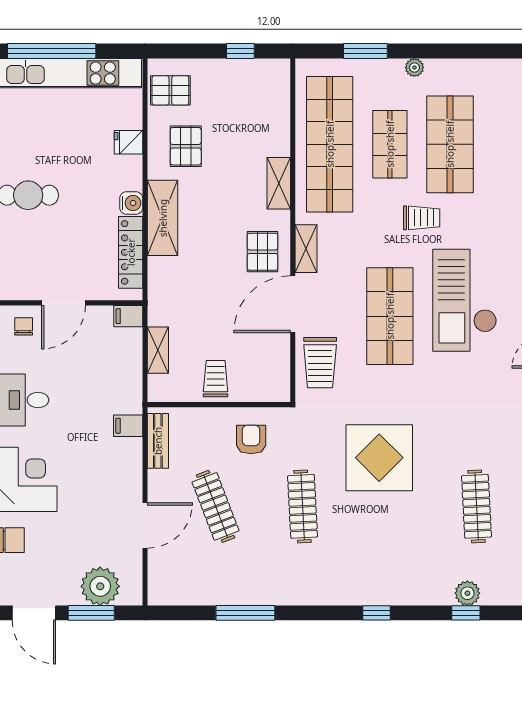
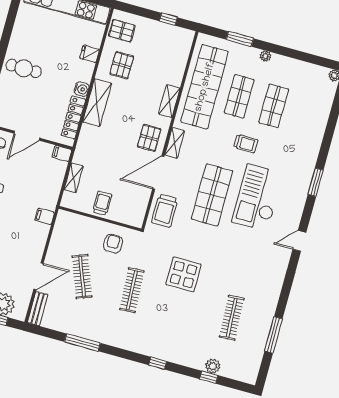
shop shelf: (450, 144) -> (274, 106), width x0.70, depth x0.74
bench: (158, 441) -> (38, 309), moved
display table: (379, 458) -> (184, 274), width x0.73, depth x0.73

